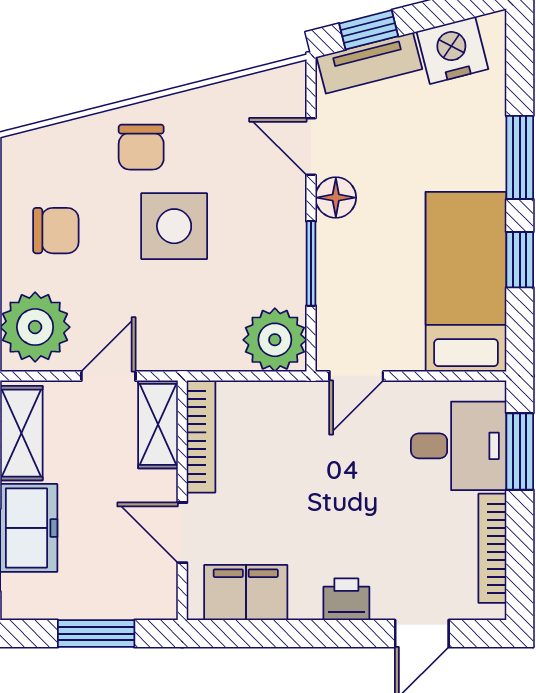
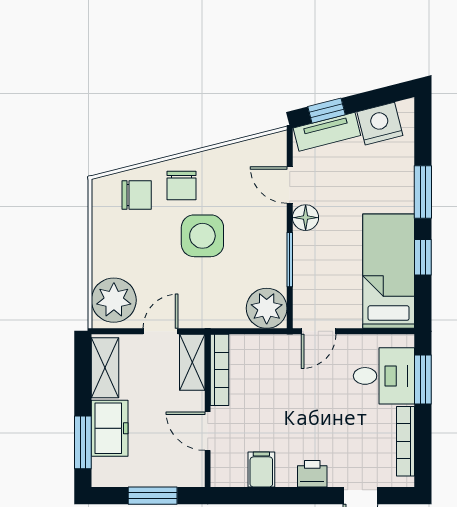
chair: (56, 231) -> (137, 195), moved
filing cabinet: (246, 593) -> (261, 469), width x0.50

